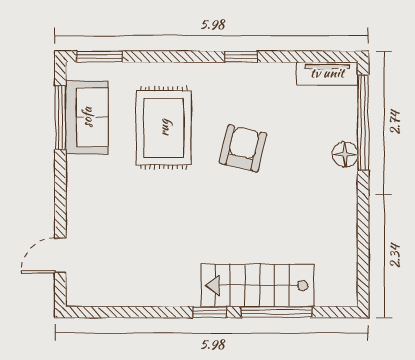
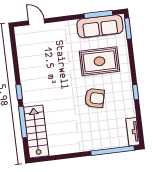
sofa: (87, 117) -> (100, 26), width x1.36
floor lamp: (345, 154) -> (97, 144), removed
stairs: (257, 285) -> (36, 132), moved

